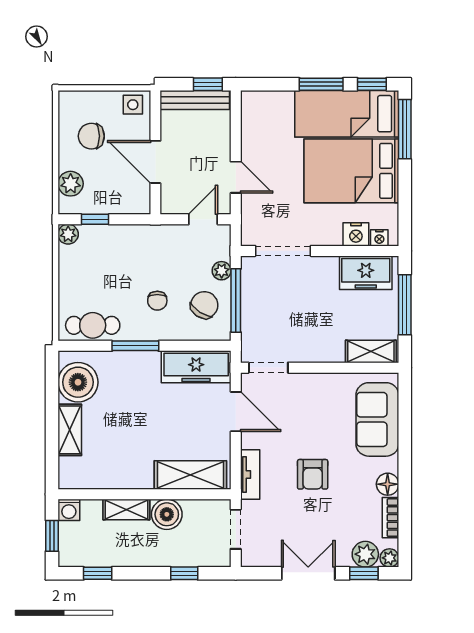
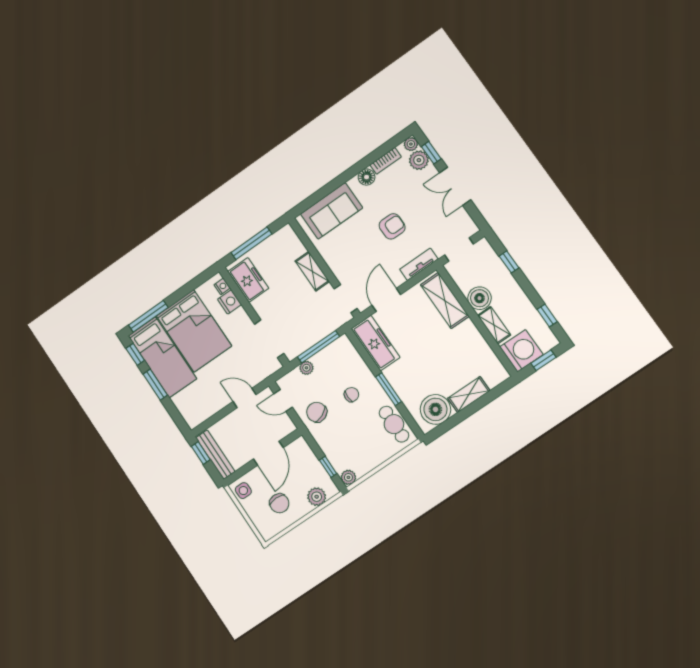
door: (236, 177) -> (245, 398), hinge flipped
chair: (204, 305) -> (317, 412), moved, turned 34
shelving: (371, 351) -> (312, 271), moved
washing machine: (69, 510) -> (521, 351), width x1.89, depth x1.89

